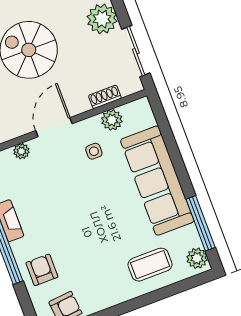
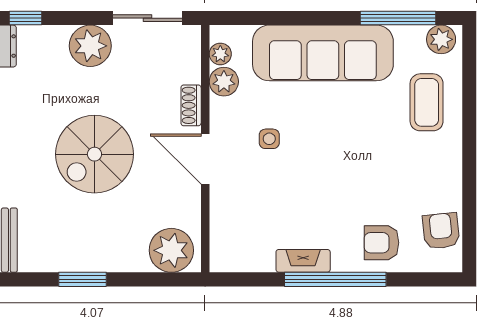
shoe rack: (105, 97) -> (191, 105), moved
plant: (21, 151) -> (220, 54), moved
side table: (94, 151) -> (269, 139), moved

